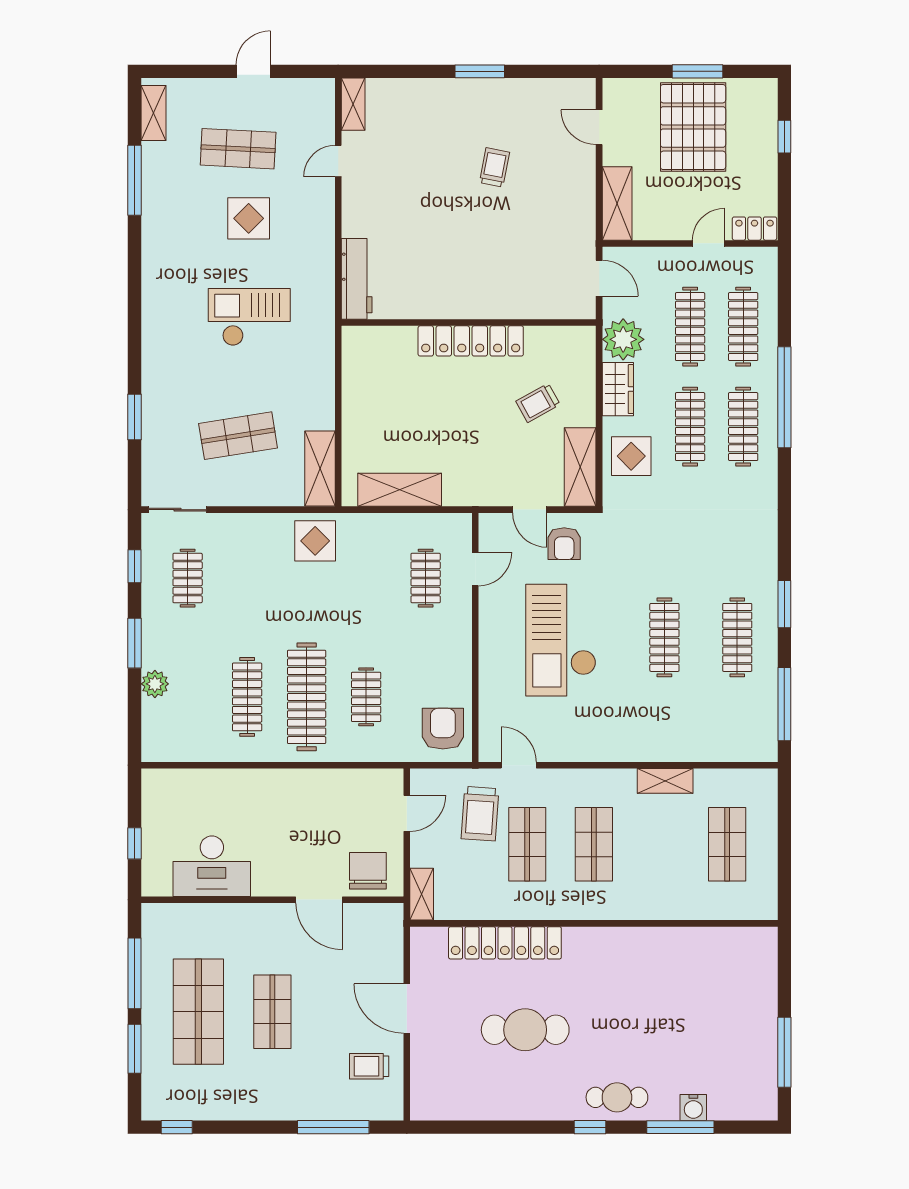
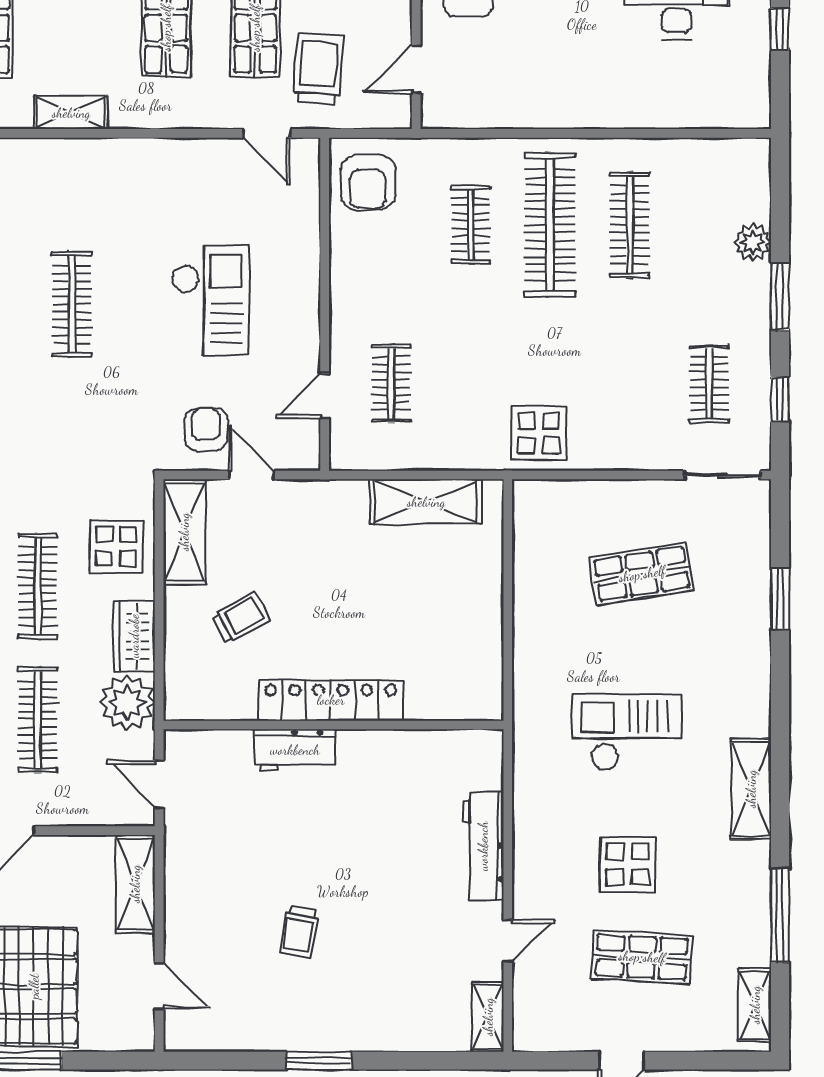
workbench: (357, 279) -> (483, 846), moved
workbench: (497, 304) -> (295, 750), added
checkout: (249, 317) -> (627, 732), turned 180
shelving: (320, 468) -> (751, 789), moved
checkout: (561, 640) -> (210, 301), width x0.73, depth x0.83

